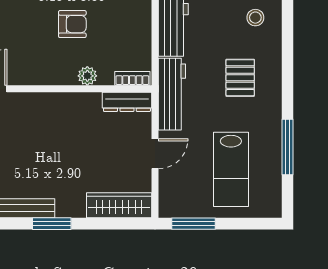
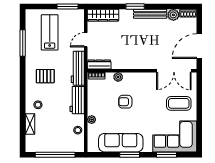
pallet: (240, 78) -> (45, 76), turned 90

